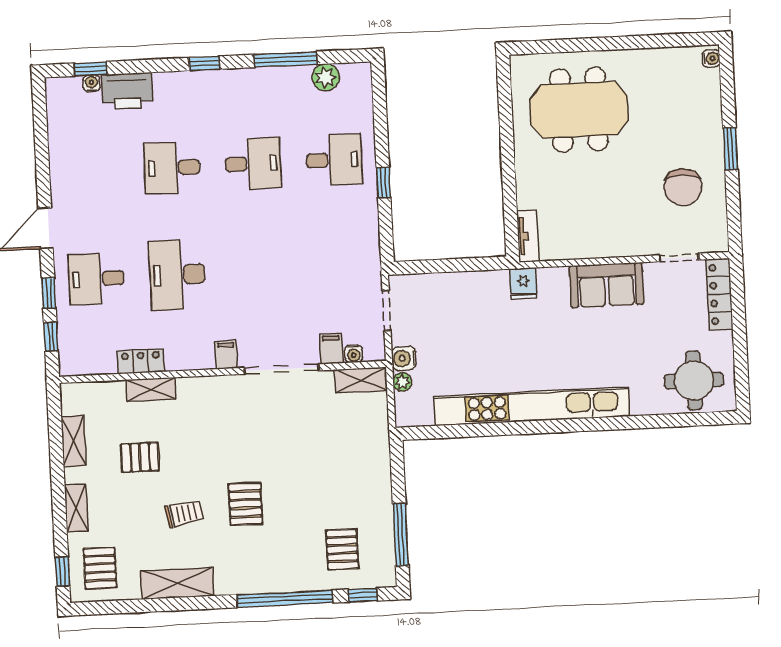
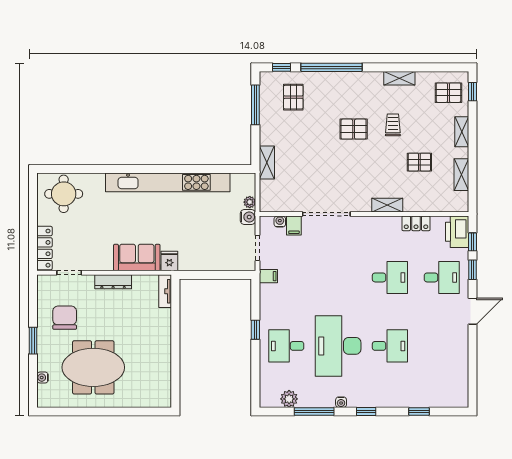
water cooler: (711, 58) -> (43, 378), moved
window: (91, 69) -> (419, 411), moved
water cooler: (92, 83) -> (341, 402), moved
printer: (127, 91) -> (457, 232), moved, turned -90
meeting table: (579, 110) -> (93, 367), moved
desk: (253, 164) -> (338, 346), width x1.87, depth x1.30
dresser: (610, 247) -> (113, 282), added
desk: (177, 275) -> (390, 277), width x0.73
sofa: (606, 285) -> (137, 257), moved
filing cabinet: (226, 355) -> (268, 276), moved, turned -90
shelving: (361, 380) -> (267, 163), moved, turned 90
shelving: (151, 389) -> (387, 205), moved
pallet: (245, 504) -> (354, 129), turned 90
trolley: (184, 513) -> (393, 125), turned 100
pallet: (100, 568) -> (448, 93), turned 90
shelving: (178, 583) -> (399, 78), width x0.67, depth x0.75

